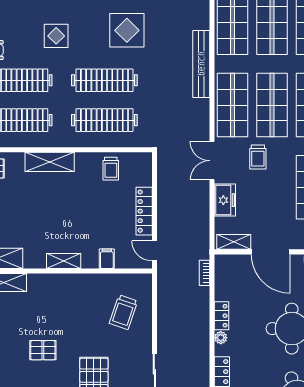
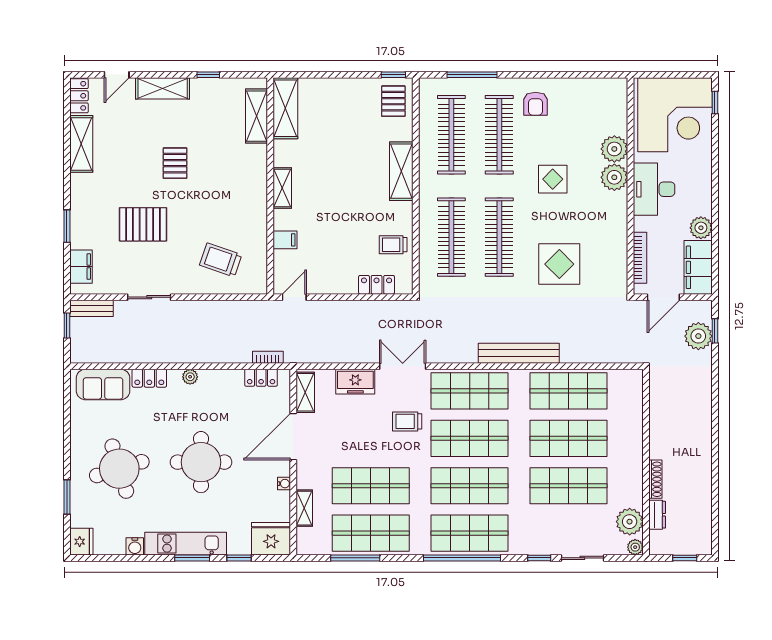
locker: (144, 211) -> (377, 285), moved, width x0.66
locker: (221, 316) -> (261, 378), moved

